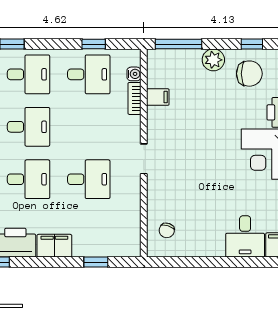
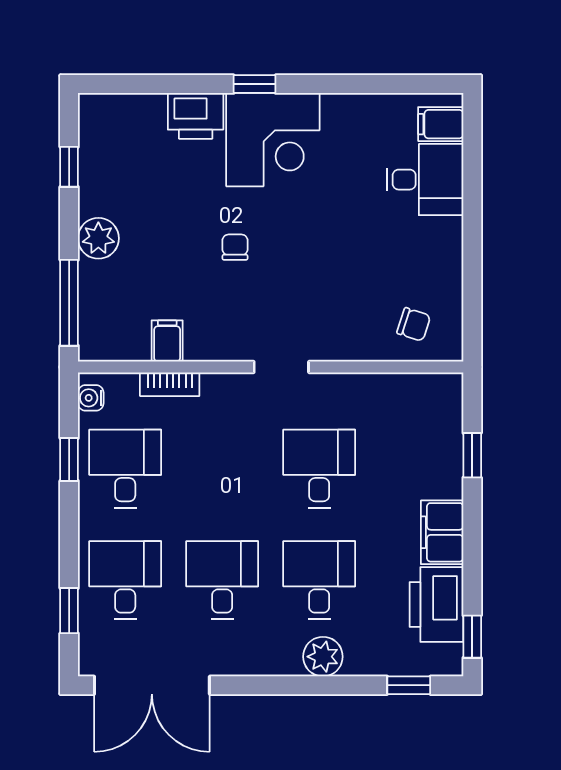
water cooler: (134, 74) -> (91, 398), moved, turned -90
chair: (249, 74) -> (235, 247), moved, width x0.54, depth x0.54

